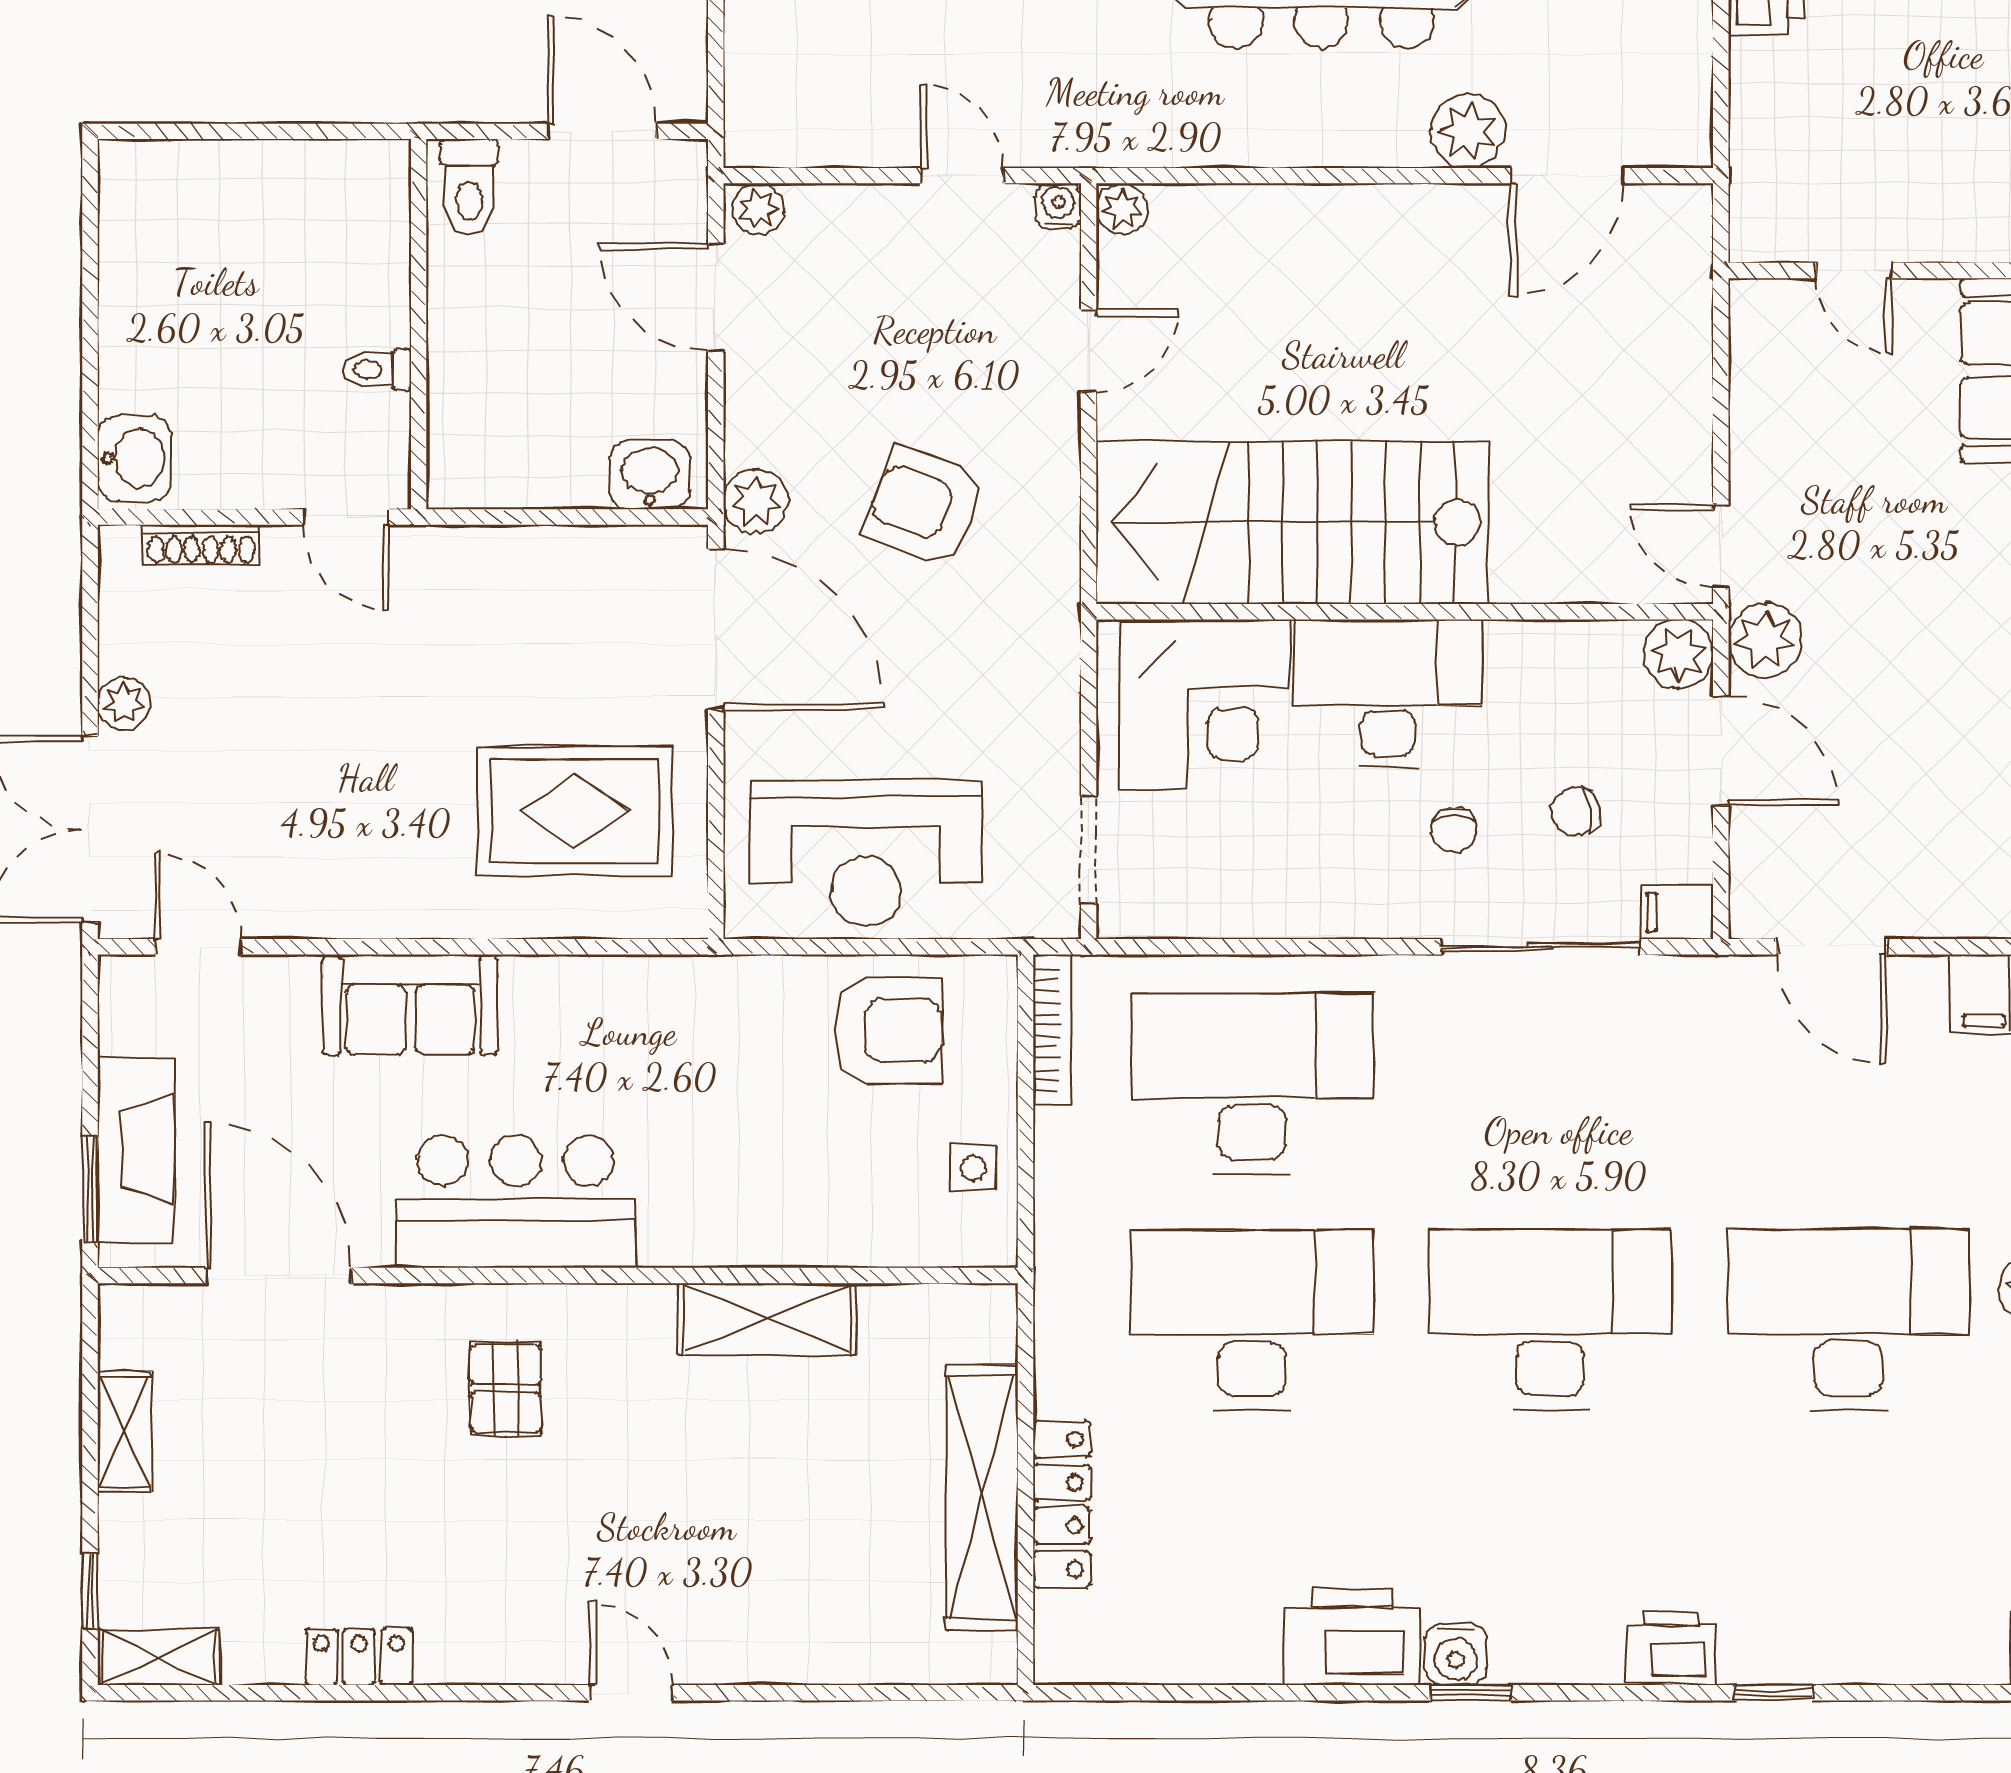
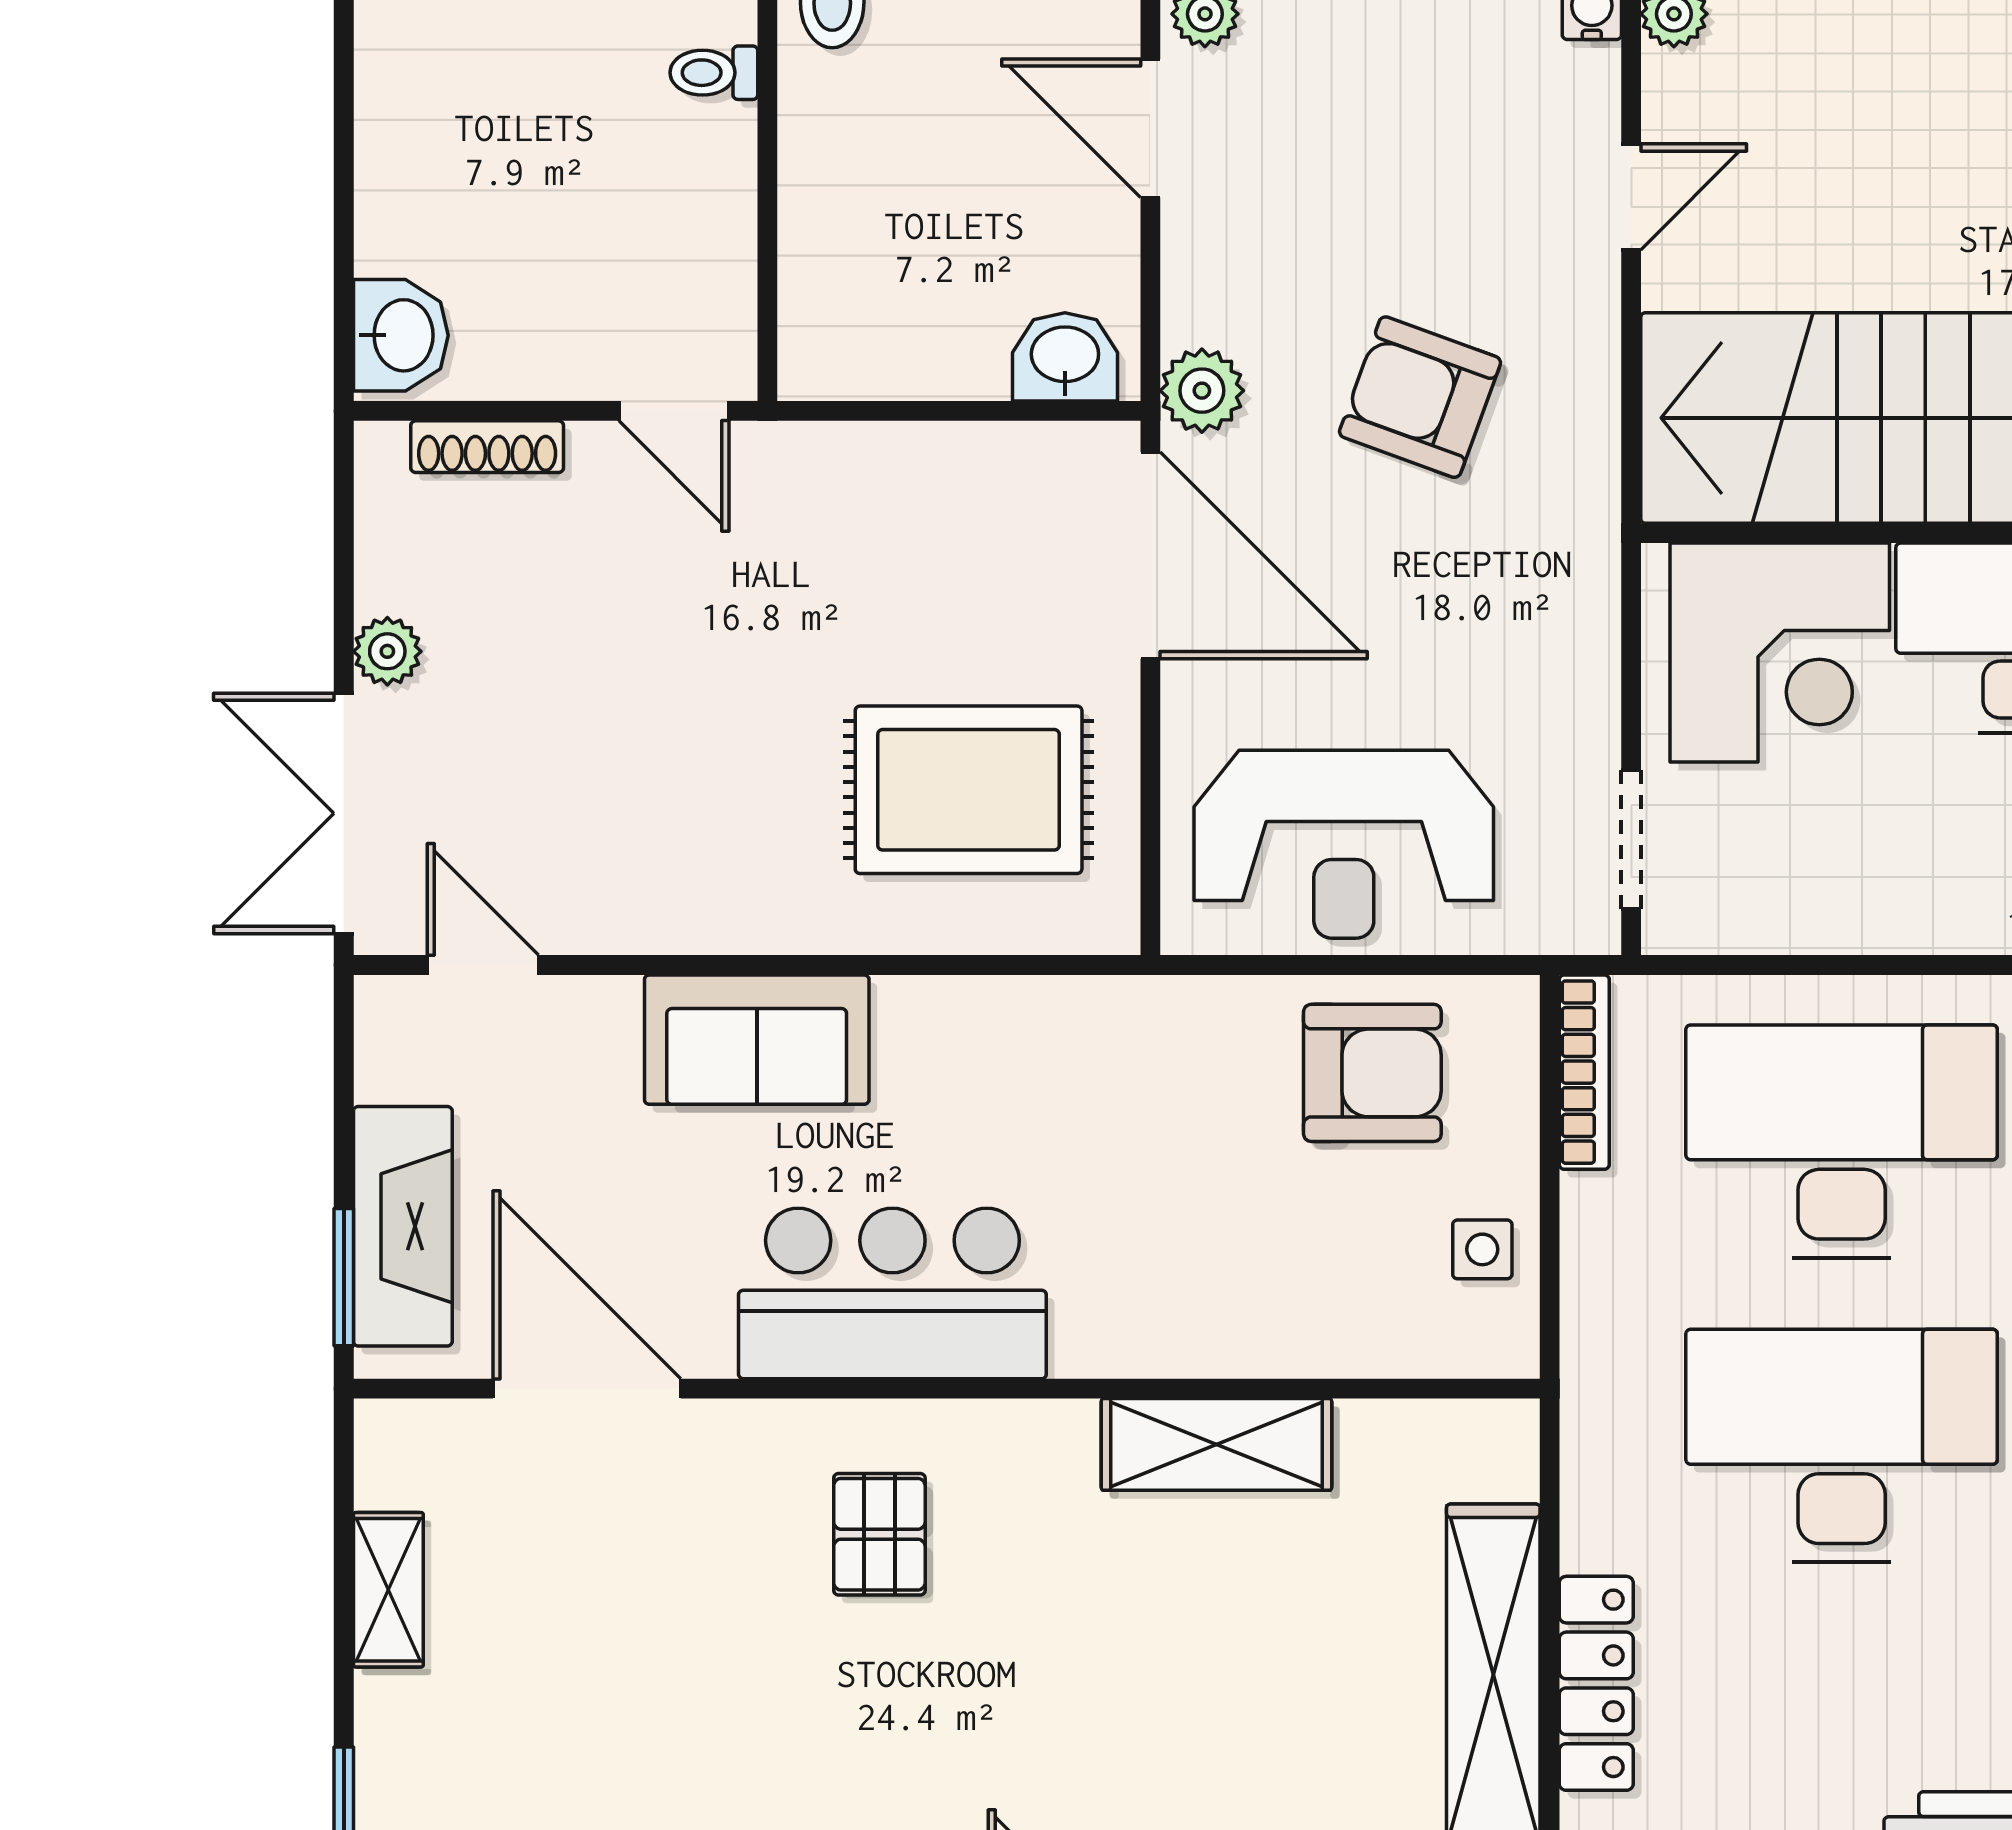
toilet: (377, 370) -> (714, 73), moved

